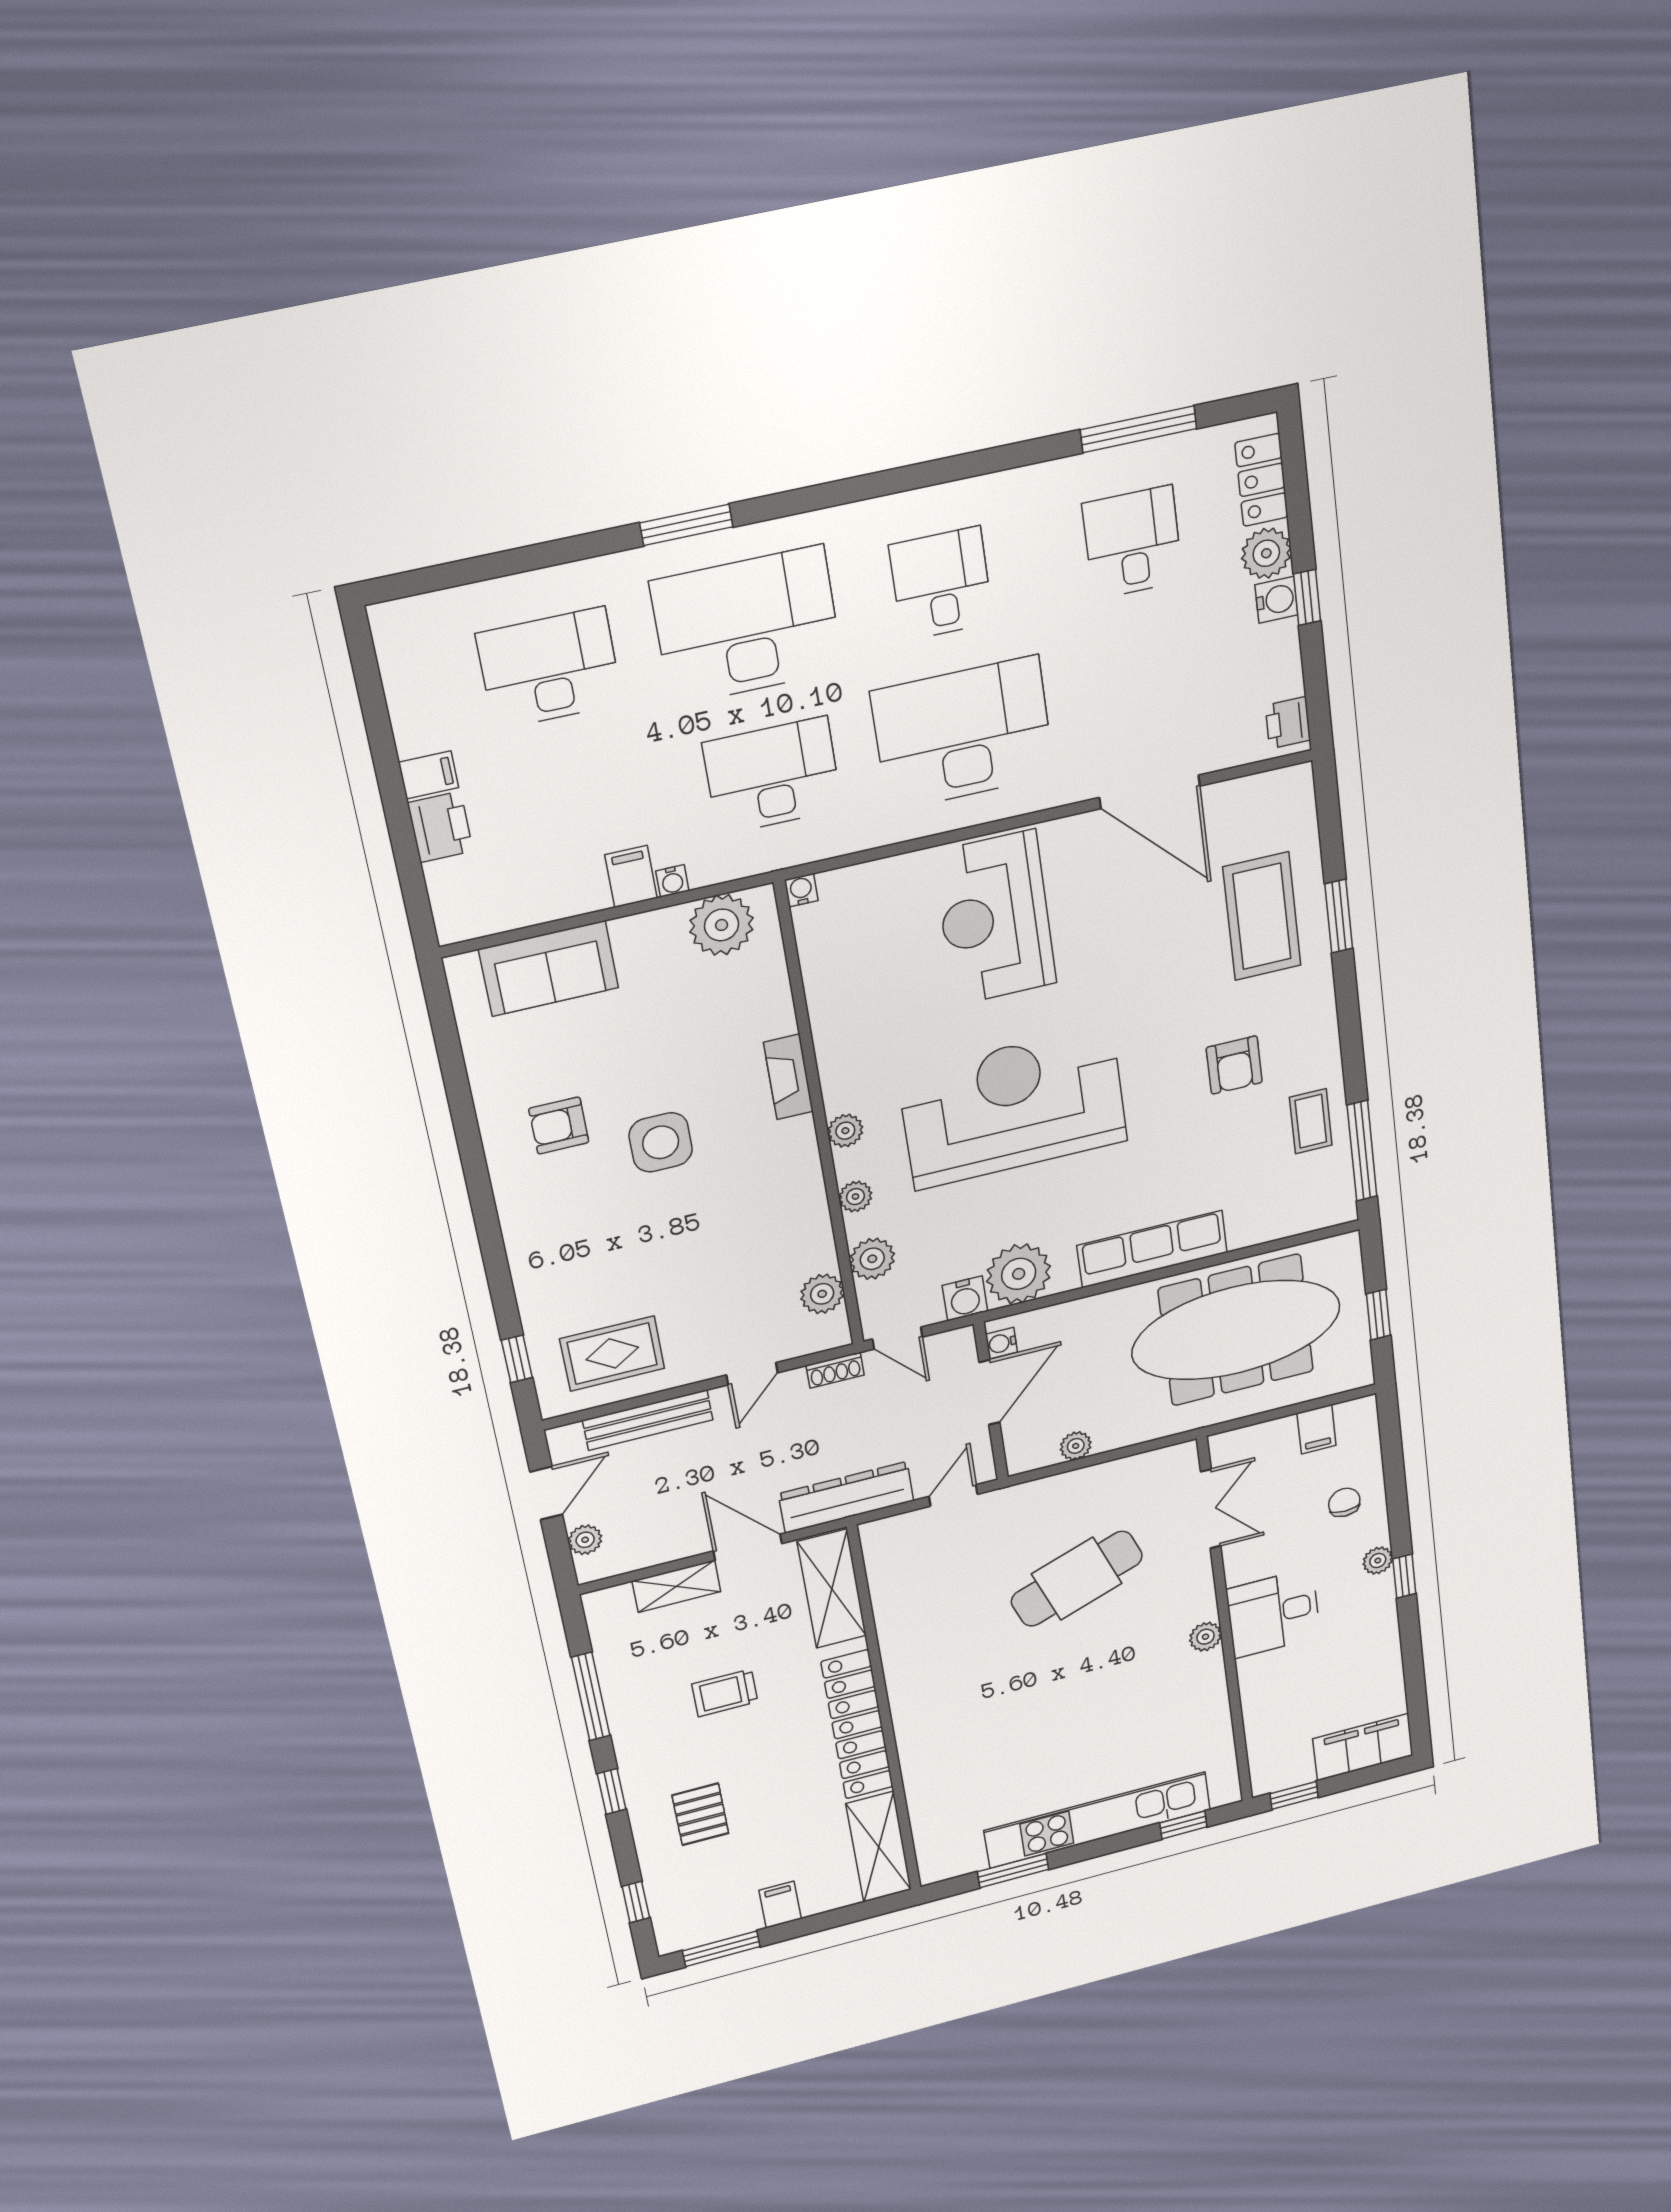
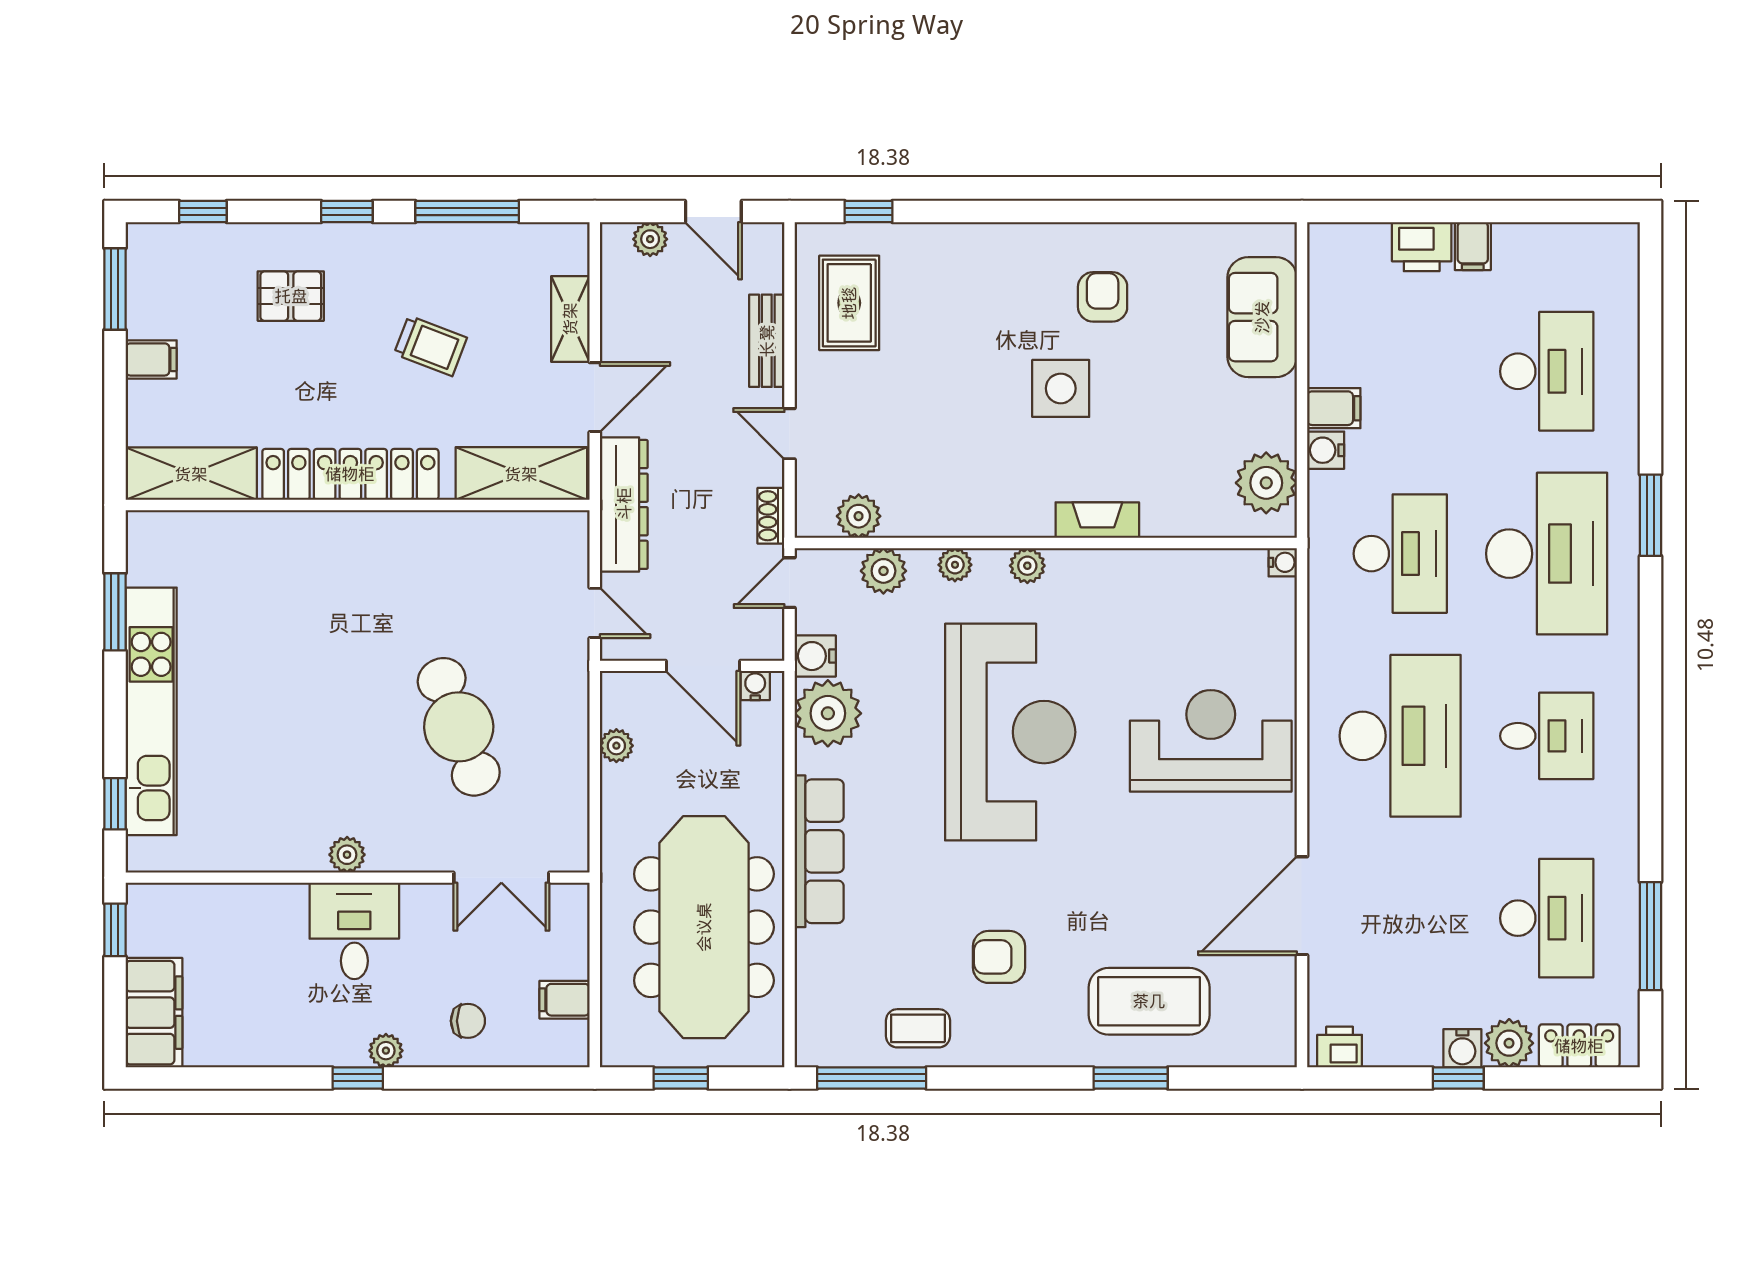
desk: (1133, 542) -> (1547, 918), width x1.37
water cooler: (672, 881) -> (1326, 450), width x1.38, depth x1.38
bench: (648, 1420) -> (767, 341), width x0.73
trolley: (725, 1693) -> (430, 346), turned 111

